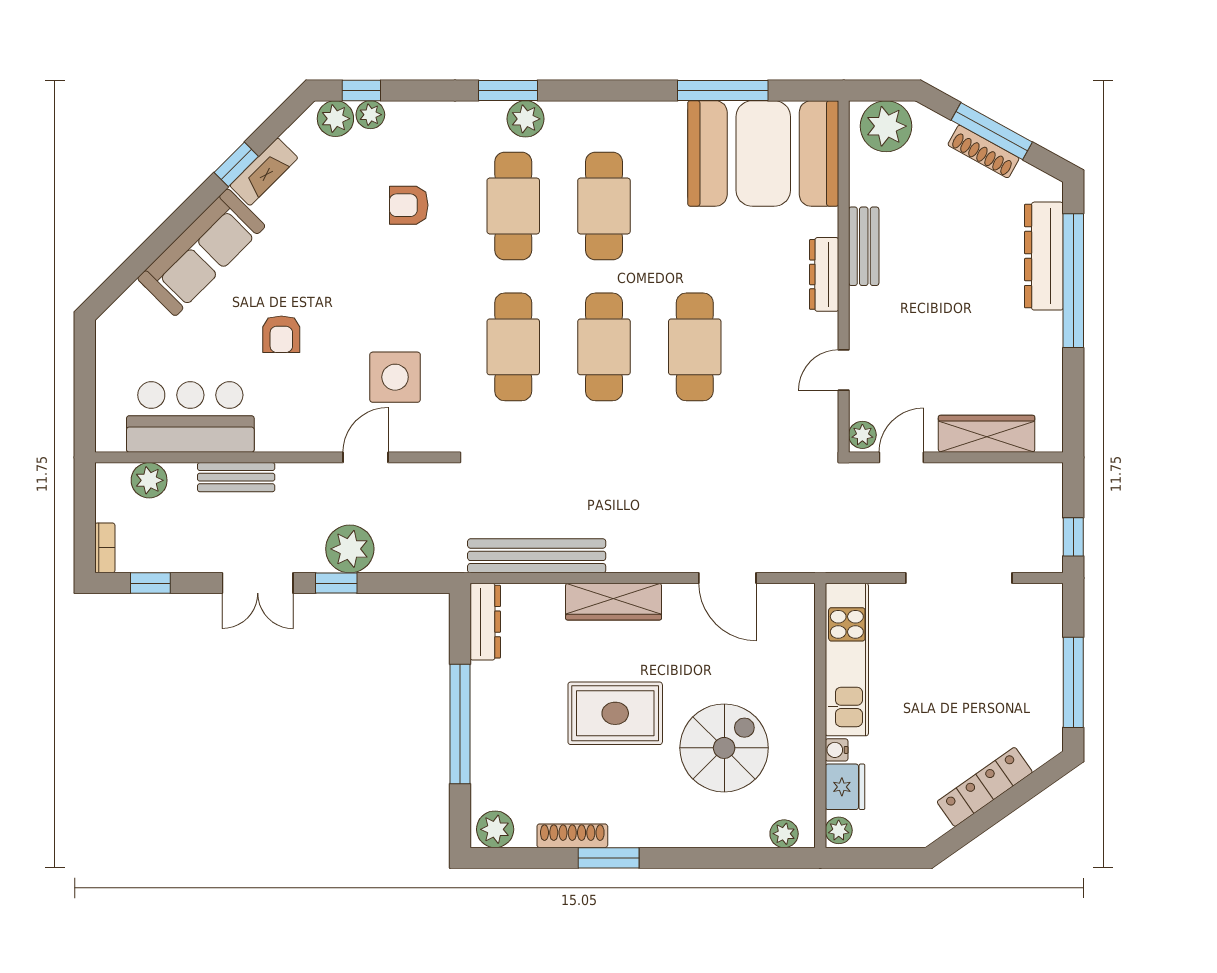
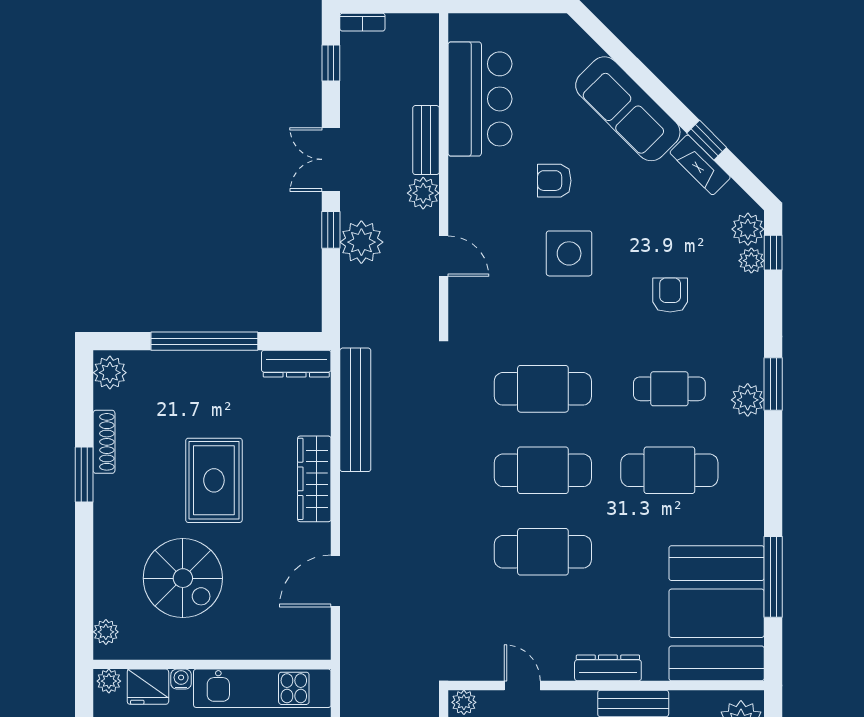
cafe table: (513, 206) -> (669, 389), width x0.73, depth x0.74
side table: (395, 377) -> (569, 253), moved
plant: (149, 480) -> (423, 193), moved

